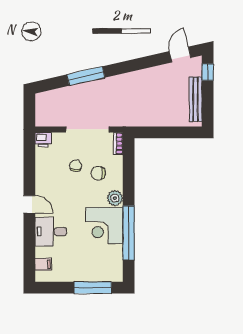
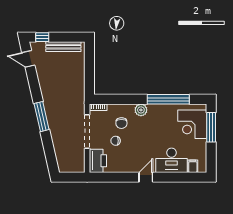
window: (86, 76) -> (42, 117), moved
printer: (43, 140) -> (98, 161), width x1.87, depth x1.48
corner desk: (104, 226) -> (192, 124), moved, turned 90
desk: (51, 232) -> (171, 160), width x1.37

